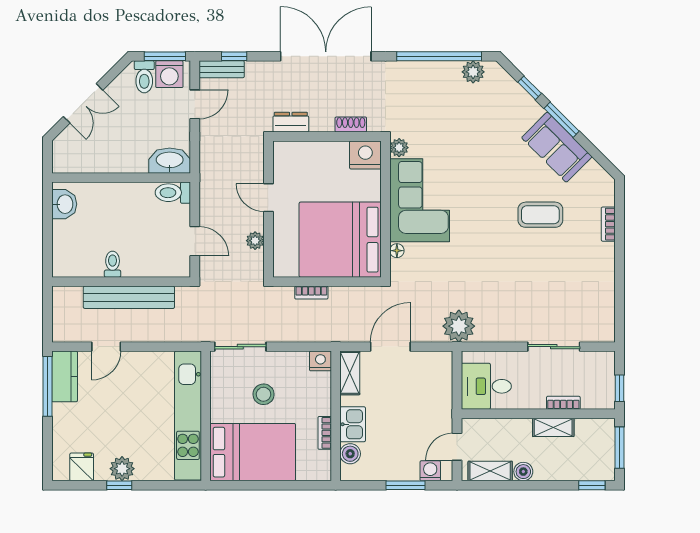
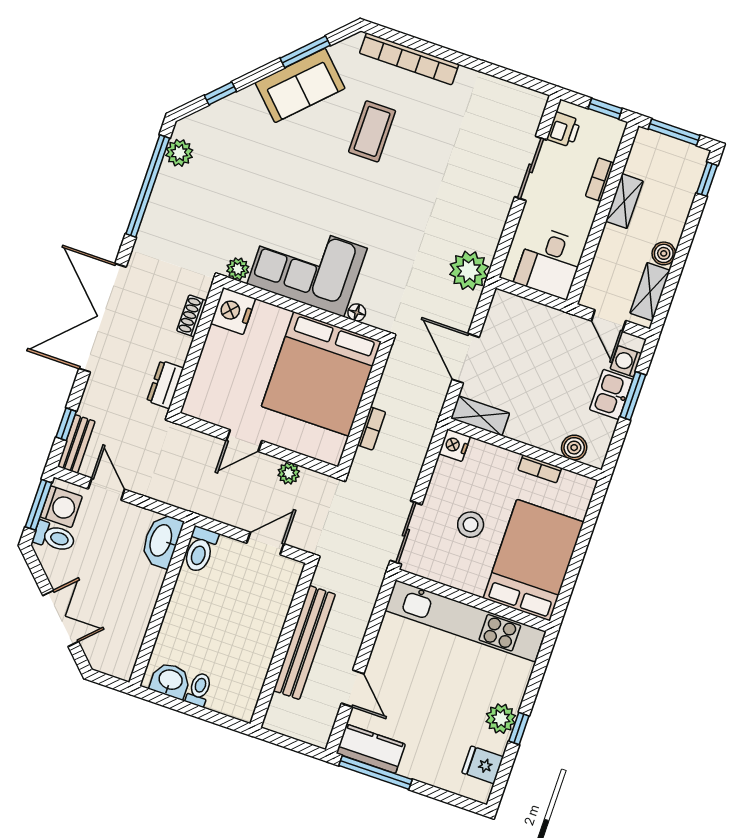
window: (562, 120) -> (305, 52), moved
bookcase: (608, 224) -> (409, 59), width x2.31, depth x1.31
toilet: (113, 264) -> (199, 689), moved, turned 90
printer: (592, 362) -> (564, 130), added
kitchen sink: (353, 424) -> (611, 394), moved, turned -90

